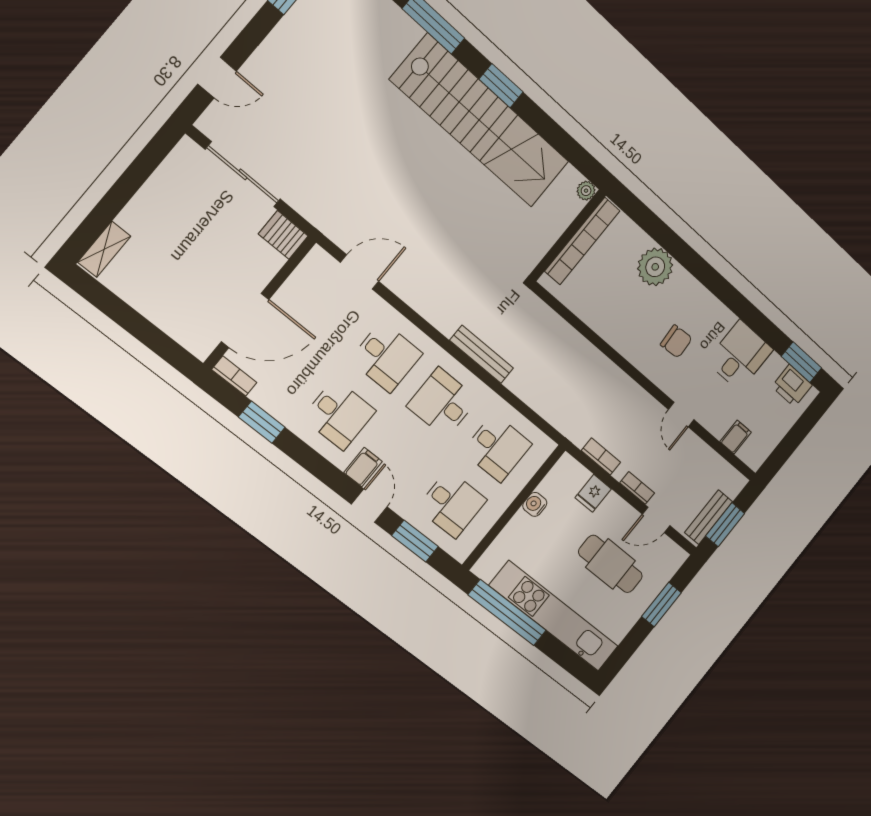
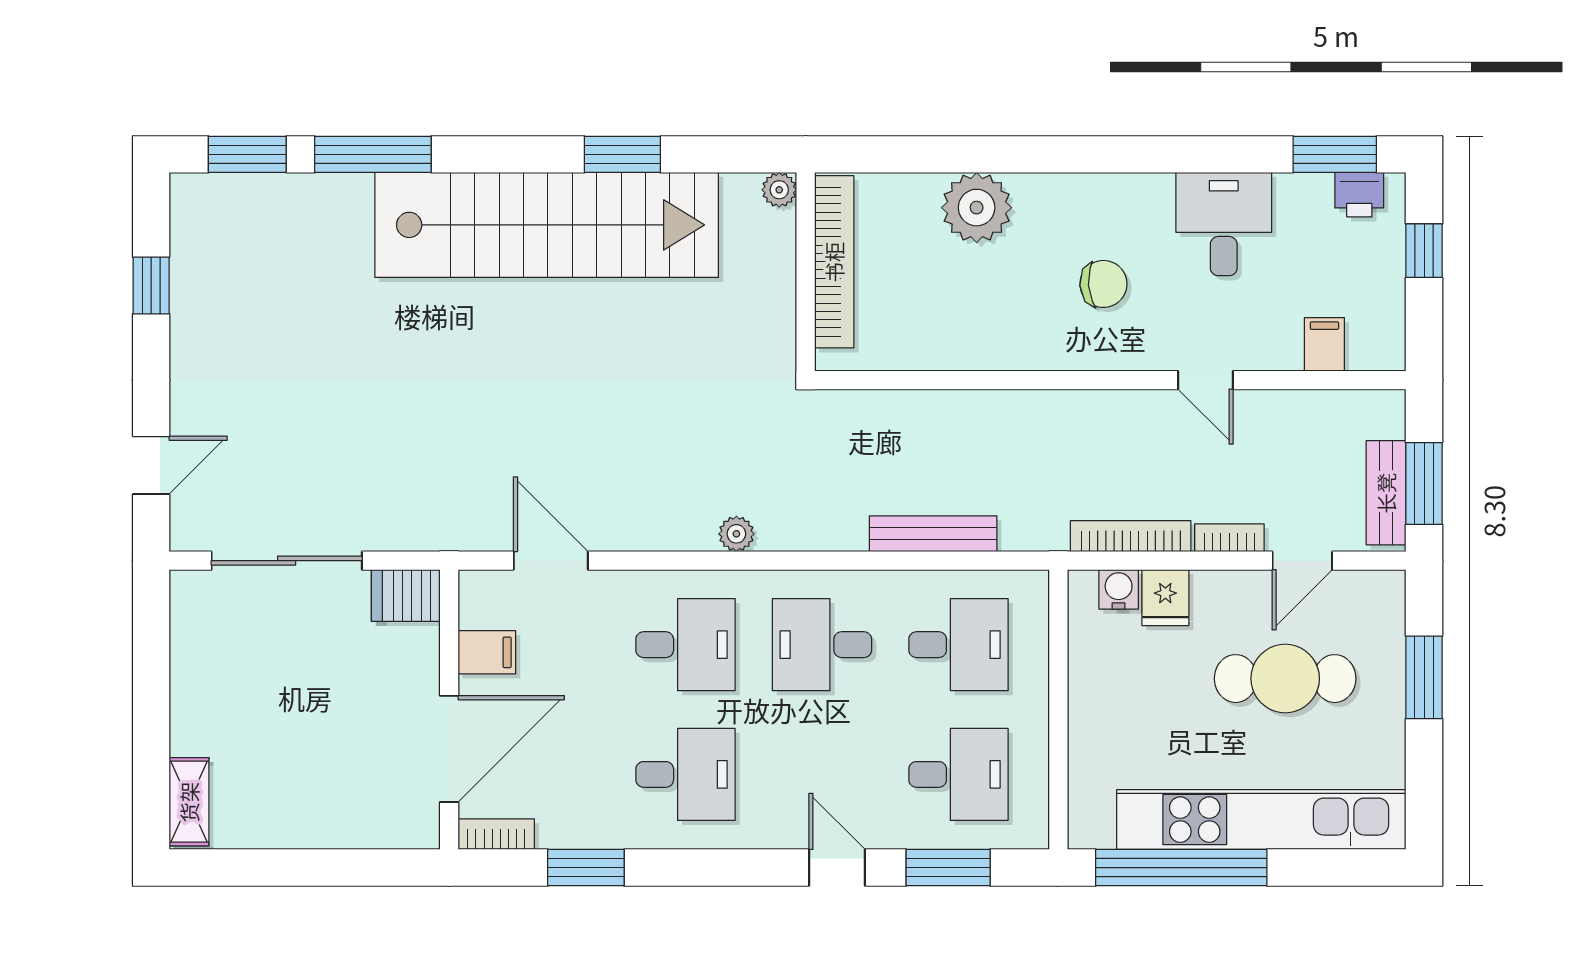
window: (501, 86) -> (622, 154), moved
door: (360, 272) -> (551, 561), hinge flipped
plant: (447, 325) -> (736, 534), added
bench: (482, 354) -> (933, 534), moved
printer: (792, 386) -> (1359, 195), width x0.73, depth x0.81
window: (801, 429) -> (1424, 251), added
bookcase: (601, 456) -> (1131, 536), width x1.56
filing cabinet: (363, 467) -> (487, 652), moved, turned 90
water cooler: (535, 504) -> (1119, 589), moved, turned 90

